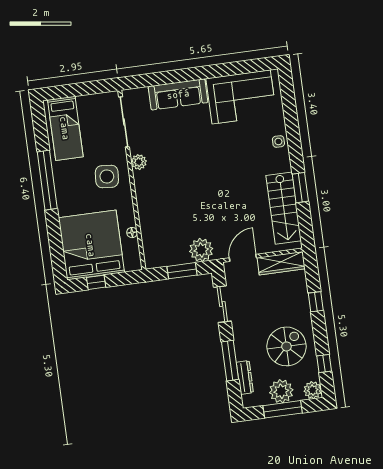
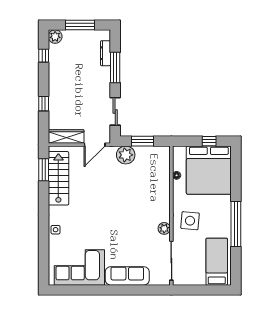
window: (300, 188) -> (44, 170), moved
spiral stairs: (286, 346) -> (71, 73), removed
plant: (281, 391) -> (79, 39), removed

